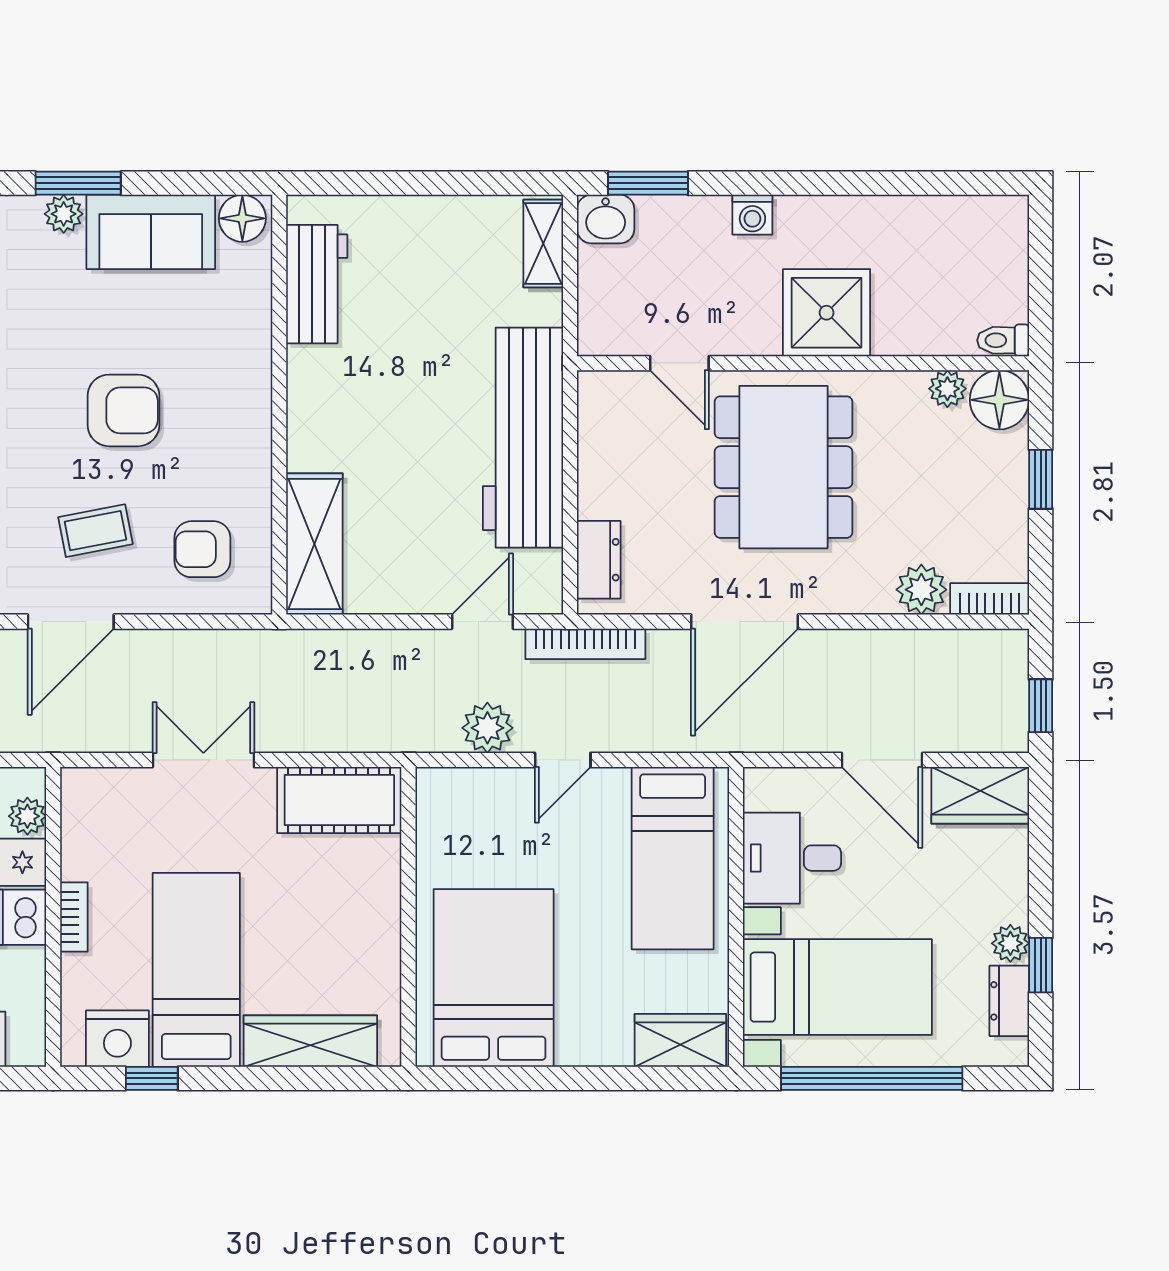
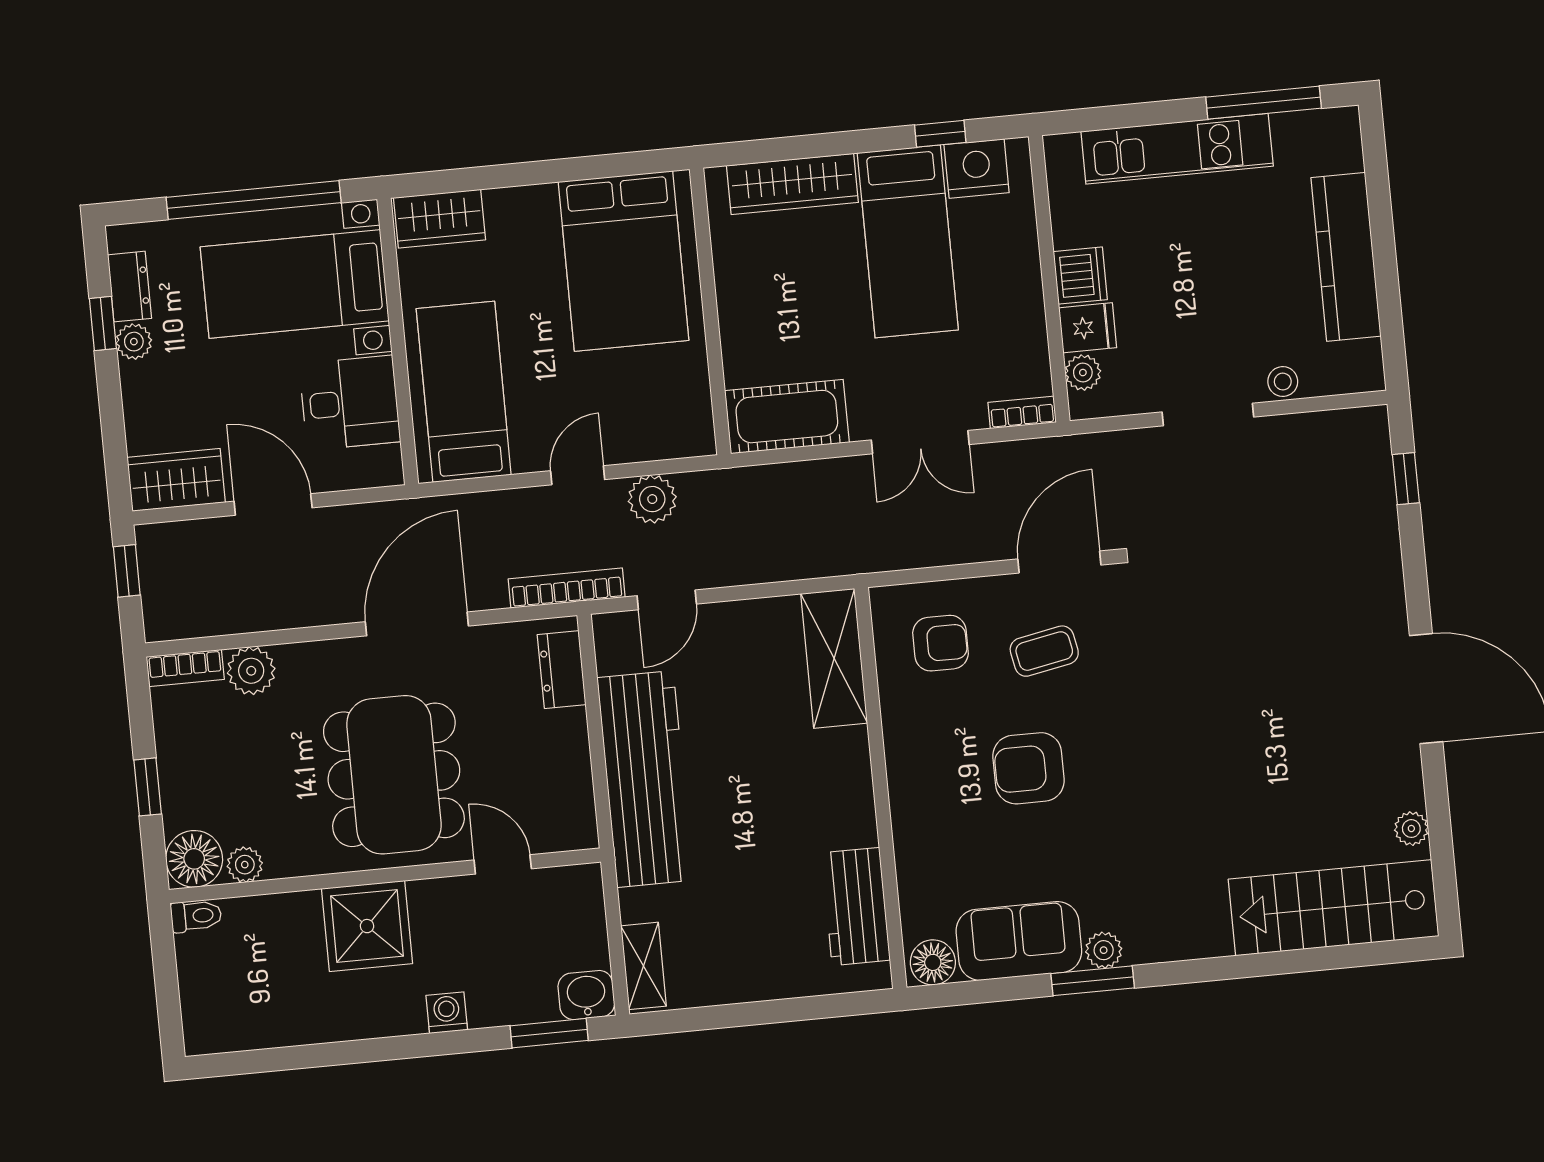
bookcase: (74, 917) -> (1022, 412), moved, turned 90

